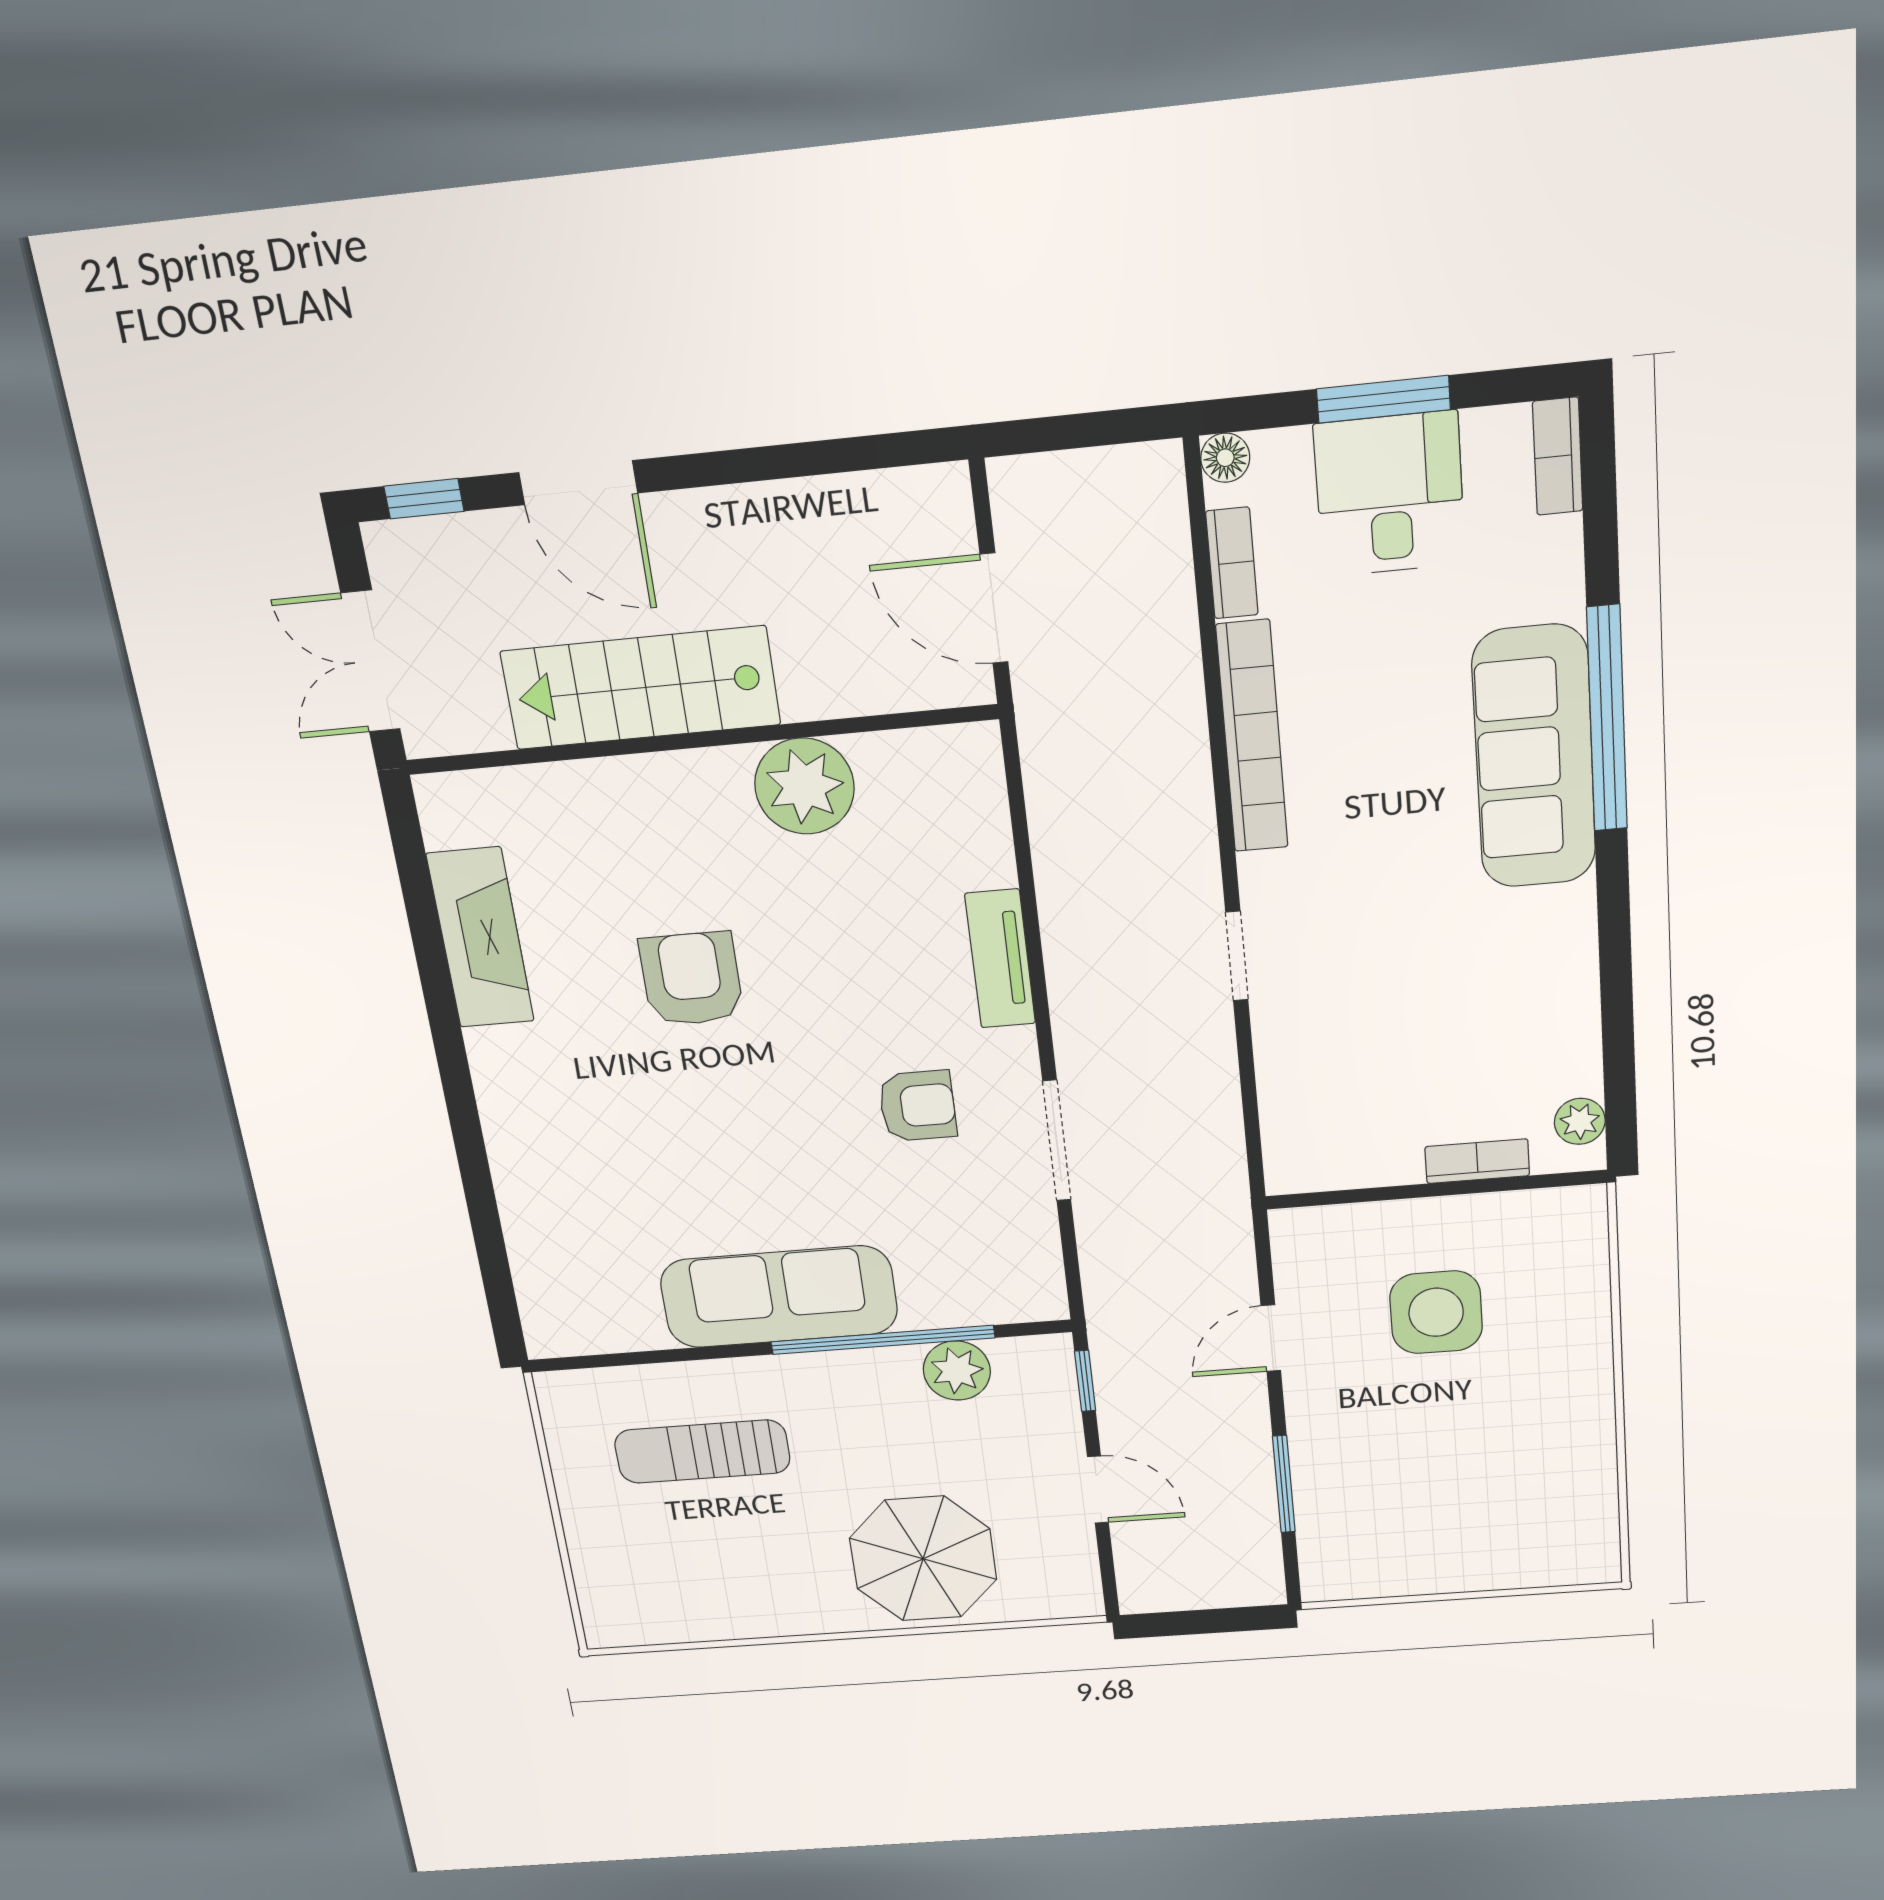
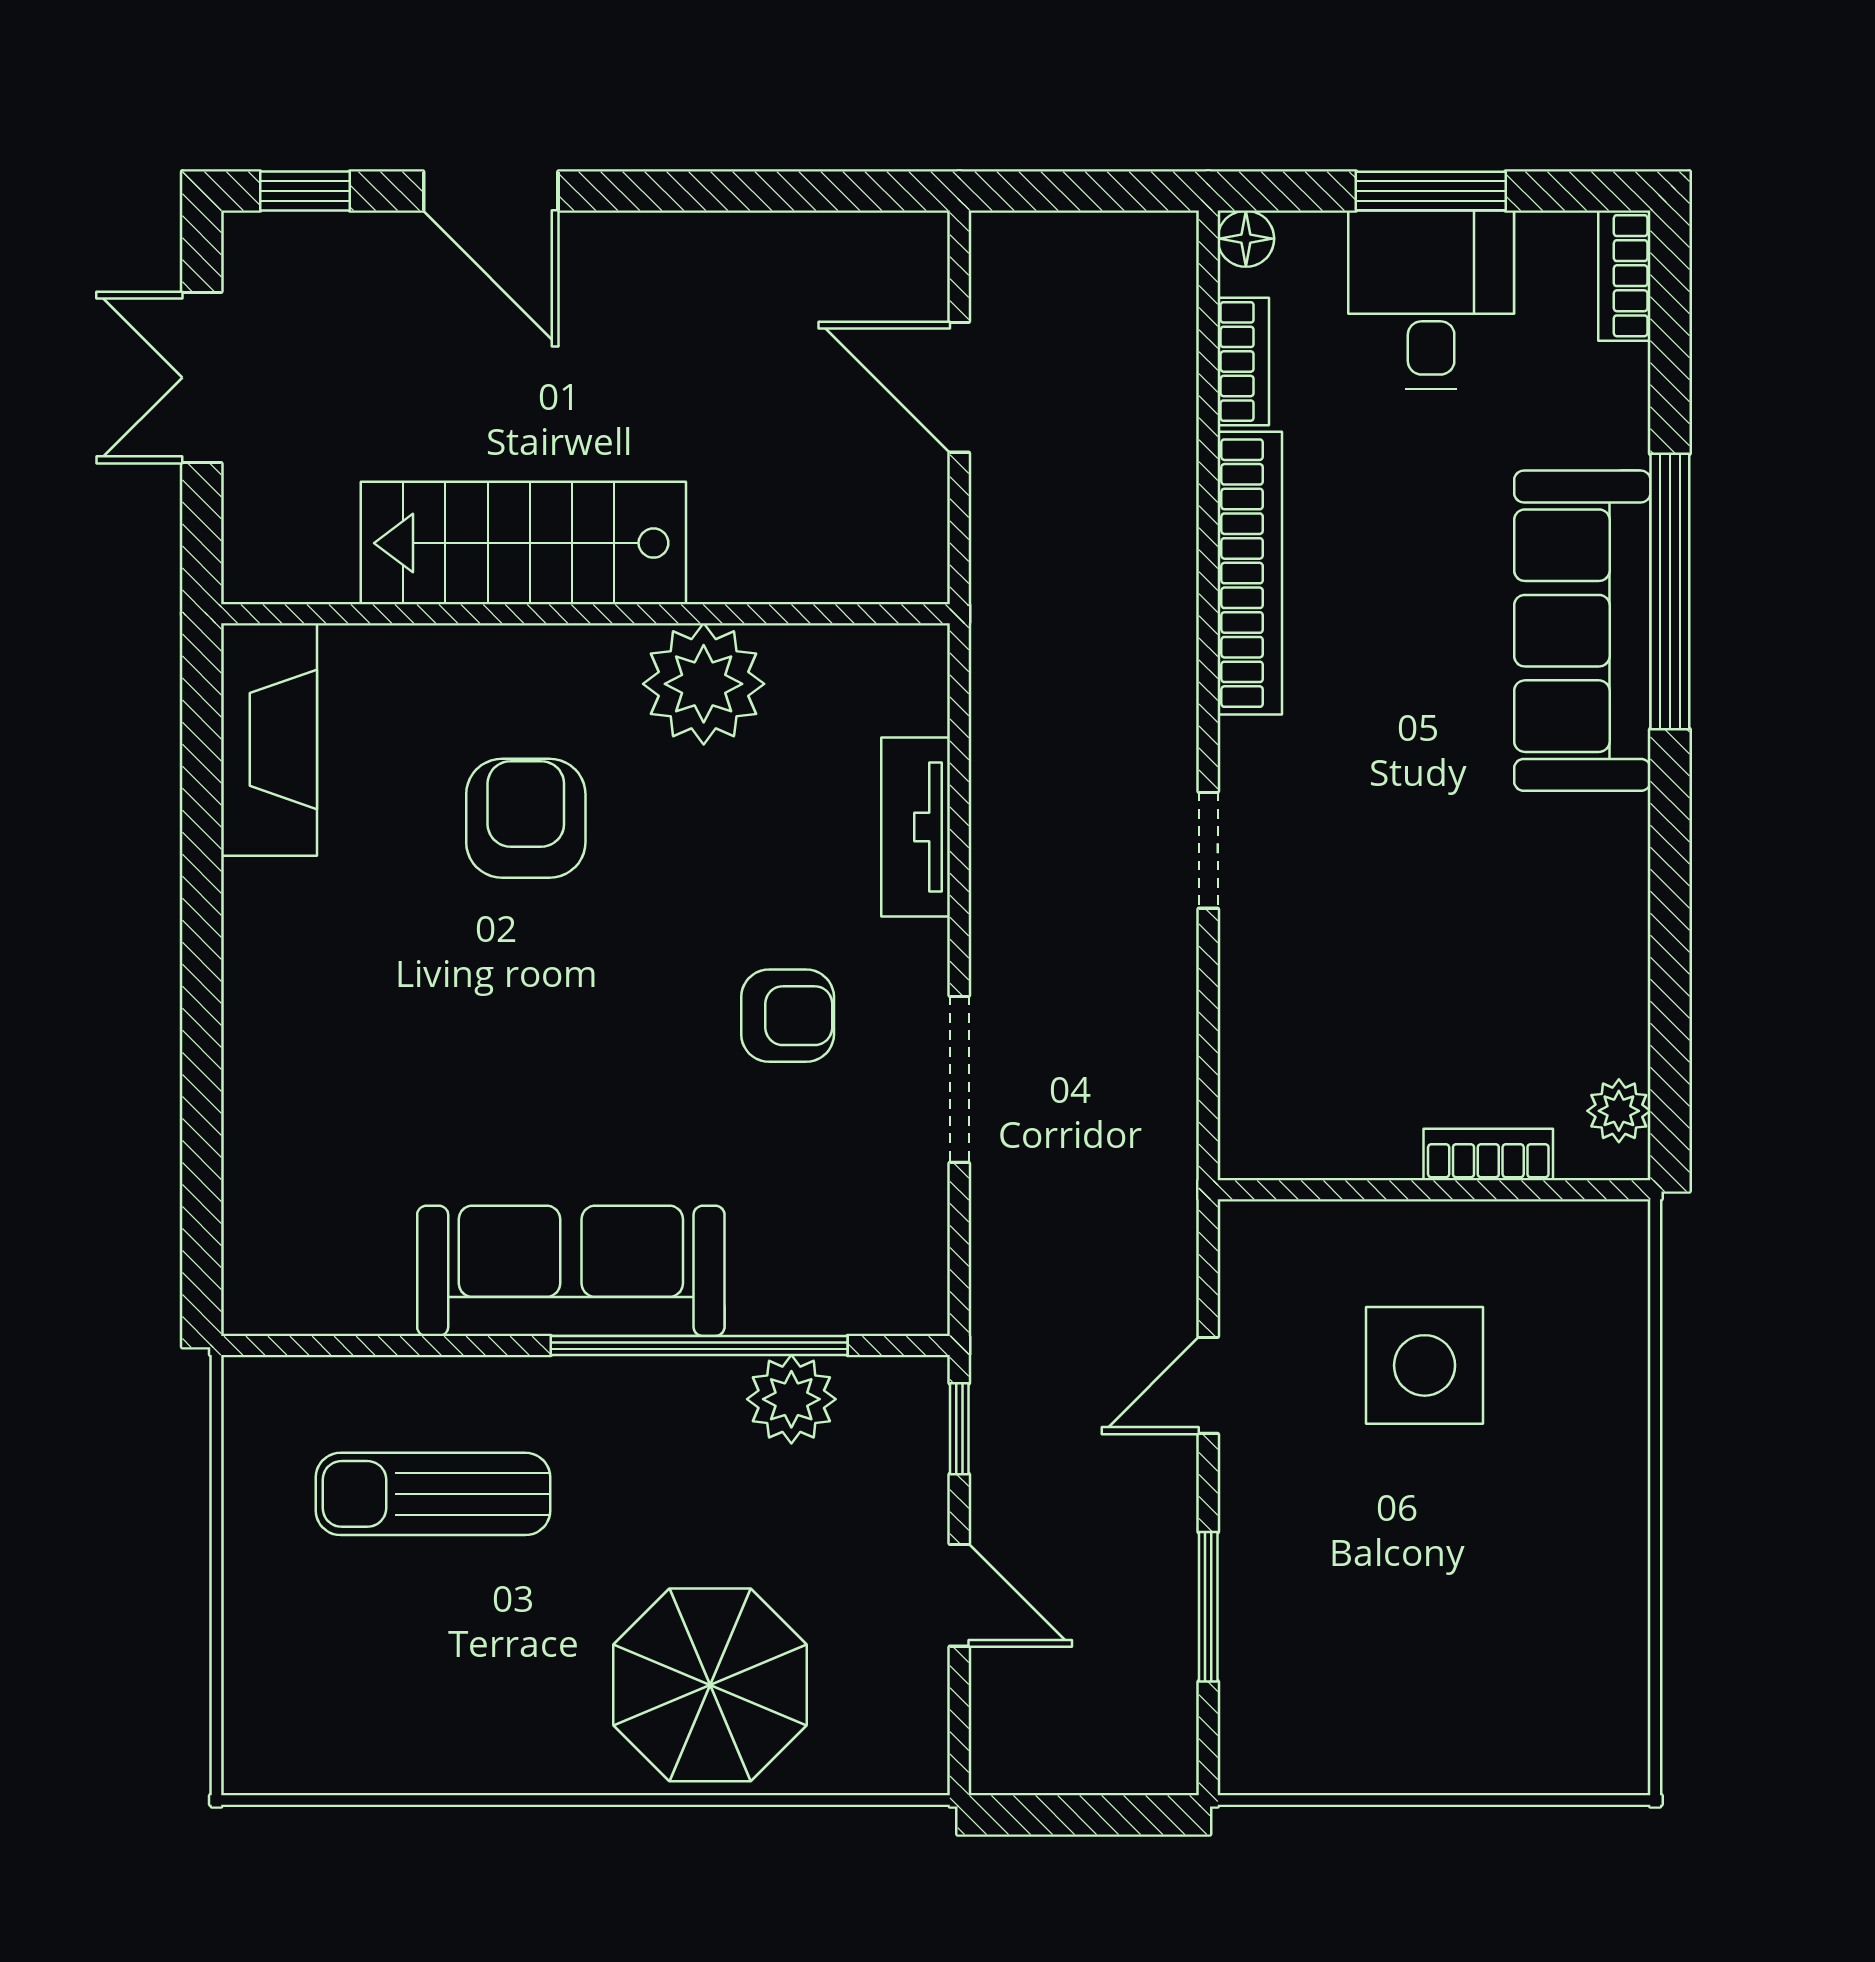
stairs: (641, 688) -> (523, 543), moved
wall: (700, 740) -> (586, 614), moved
plant: (804, 786) -> (704, 684), moved

